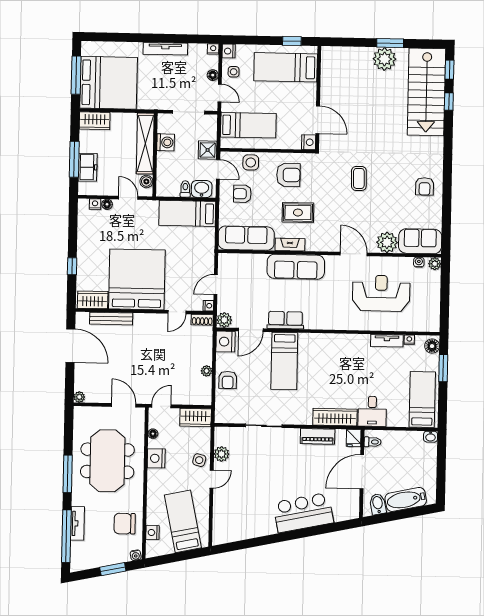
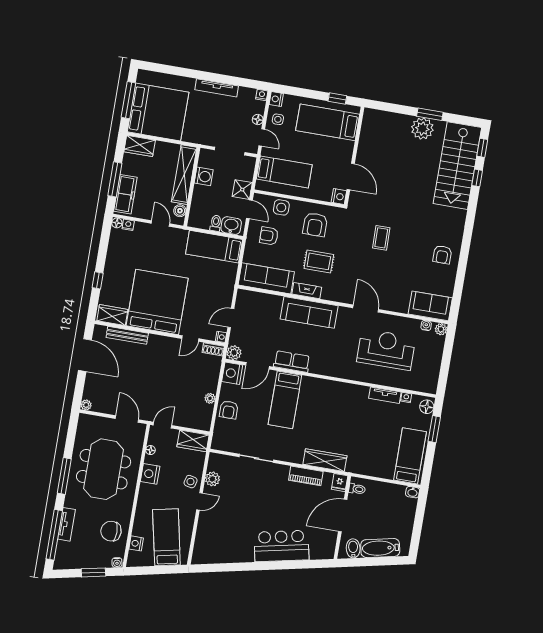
freezer: (88, 167) -> (125, 194), width x1.40
armchair: (288, 175) -> (315, 225), turned 90
floor lamp: (107, 204) -> (117, 223), moved
plant: (387, 242) -> (399, 302), removed
desk: (372, 411) -> (361, 460), removed

